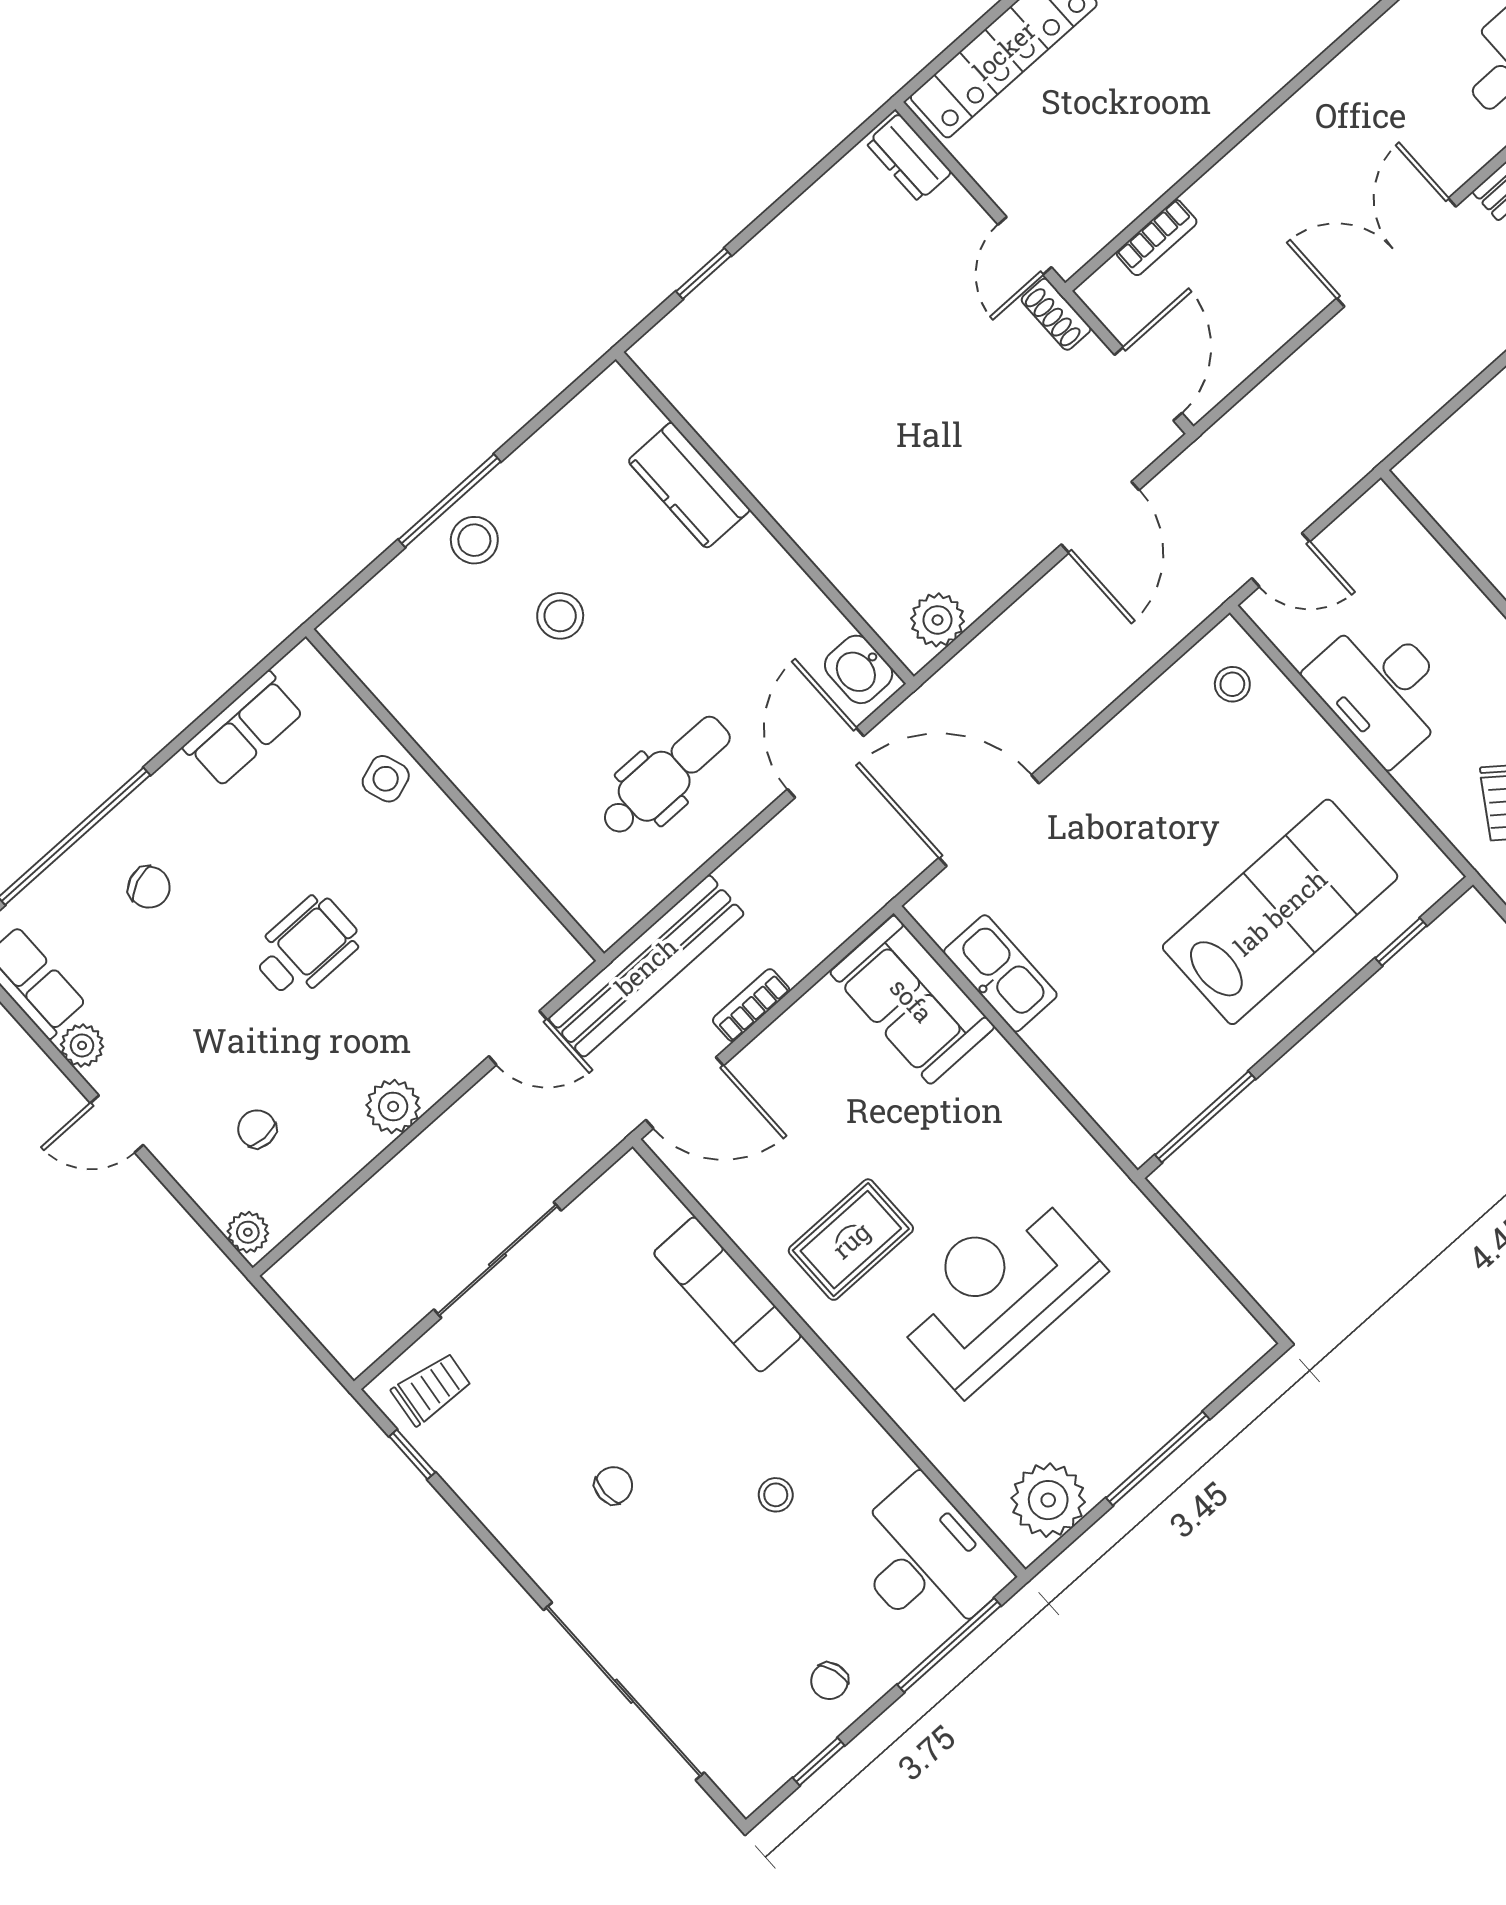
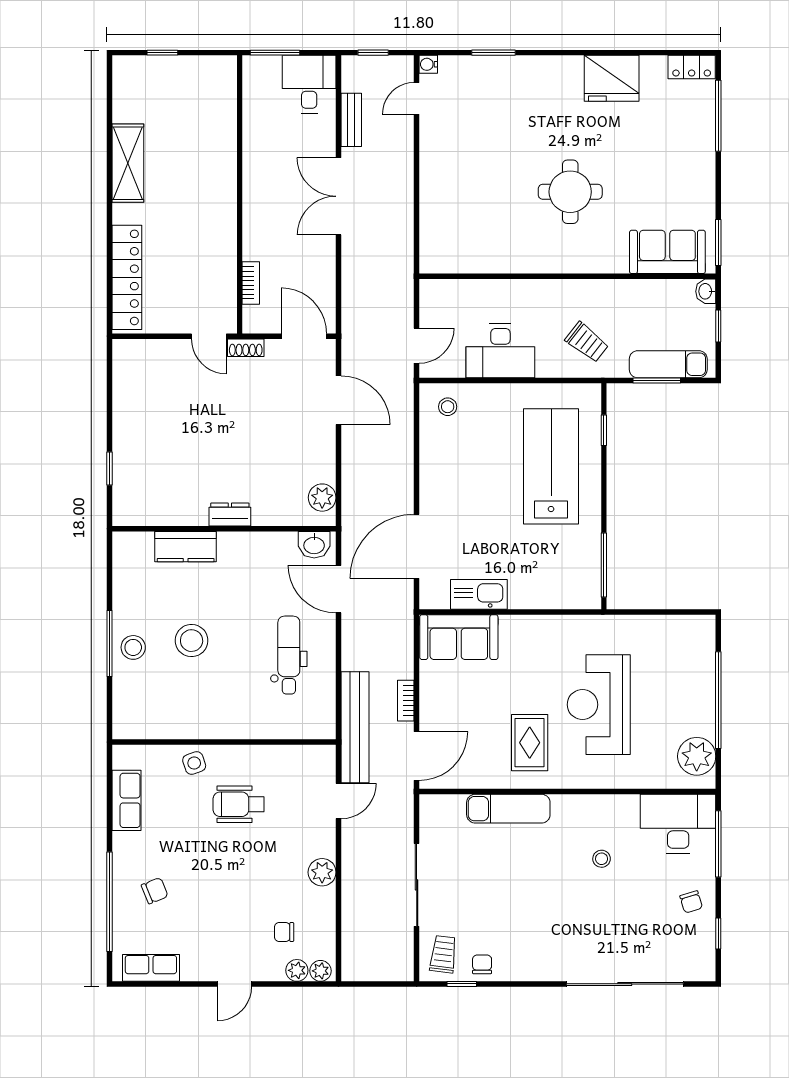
dresser: (909, 158) -> (230, 514), moved, turned 180
stool: (560, 616) -> (192, 641), width x1.38, depth x1.38
wheelchair: (306, 947) -> (239, 804), moved, turned -90
plant: (82, 1045) -> (297, 970), moved
window: (1158, 1459) -> (718, 700), width x1.46
chair: (614, 1485) -> (482, 964), moved

